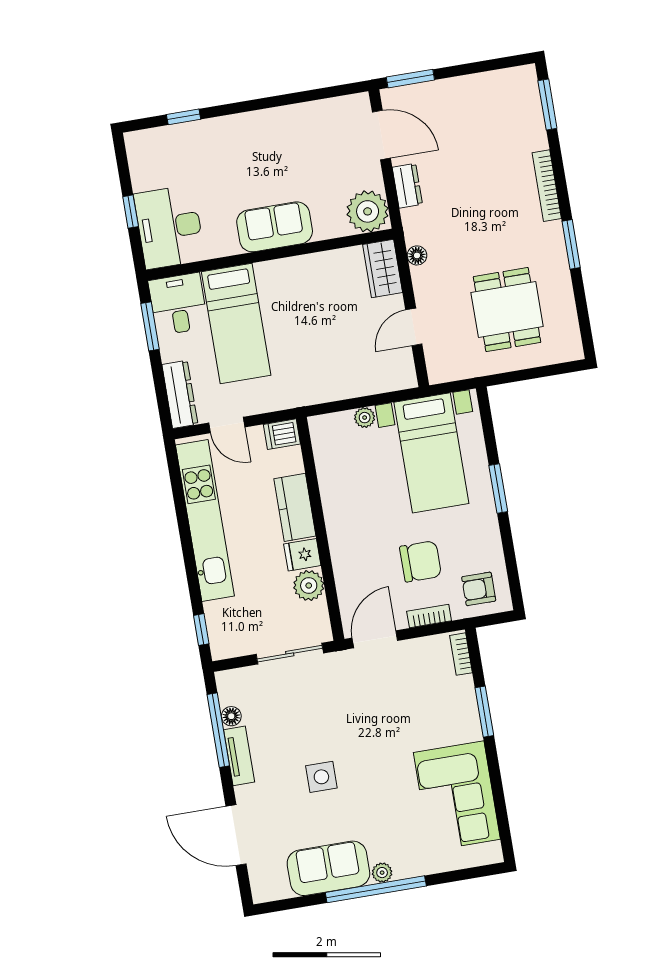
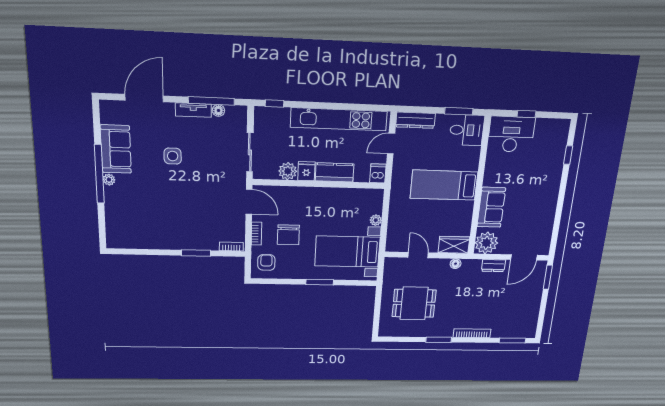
sofa: (275, 227) -> (491, 207), moved
bed: (236, 323) -> (444, 185), moved
corner sofa: (457, 796) -> (149, 230), removed

